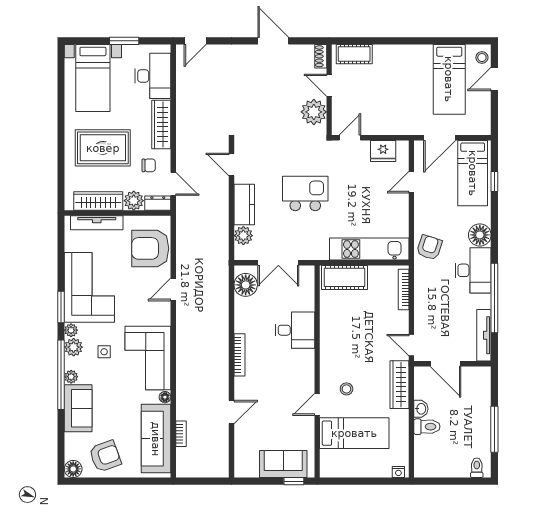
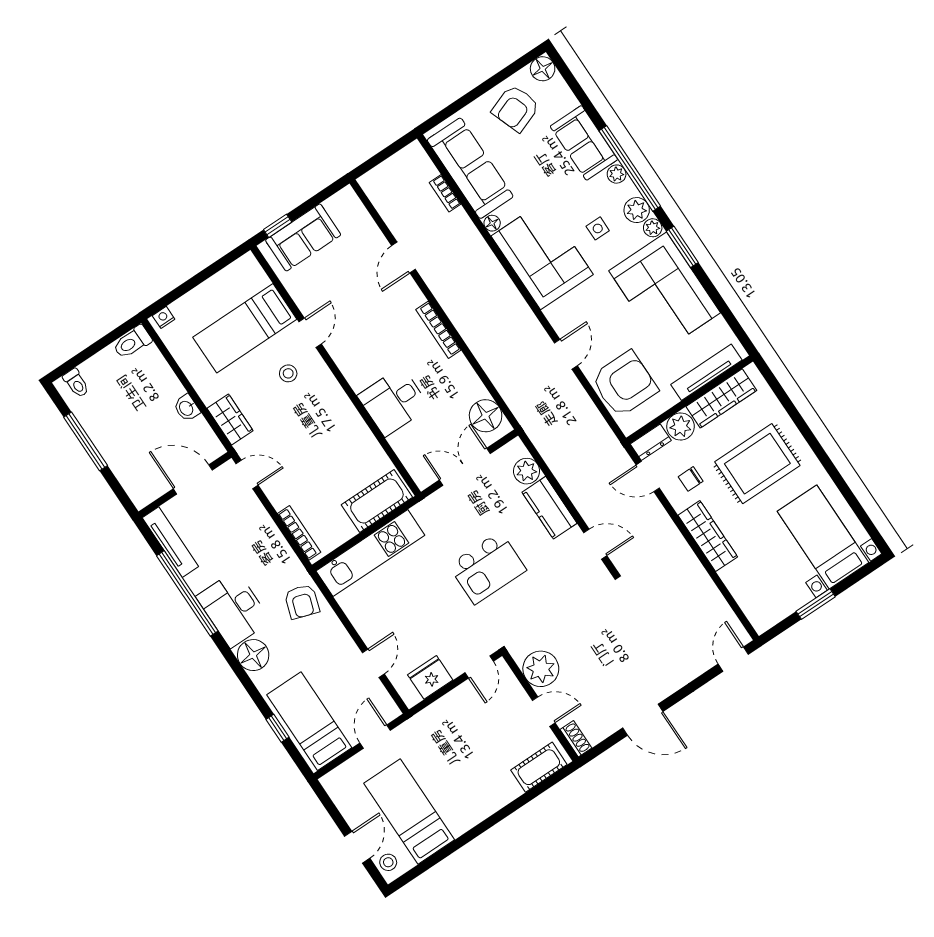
desk: (153, 76) -> (755, 586), removed
door: (440, 138) -> (375, 737), width x0.73
wardrobe: (400, 385) -> (230, 420), width x0.67
toilet: (427, 427) -> (132, 342), moved

